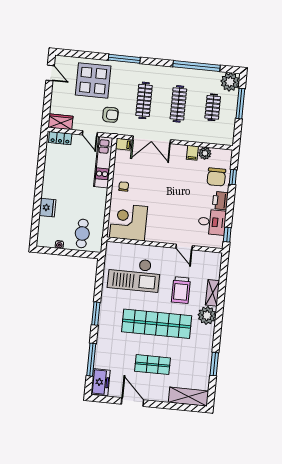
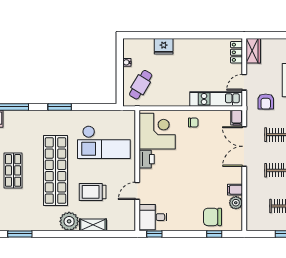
printer: (220, 201) -> (147, 159), moved, turned 90
desk: (212, 222) -> (153, 217), moved, turned 90
cafe table: (82, 233) -> (141, 85), turned -59
checkout: (134, 274) -> (104, 142), turned -90

